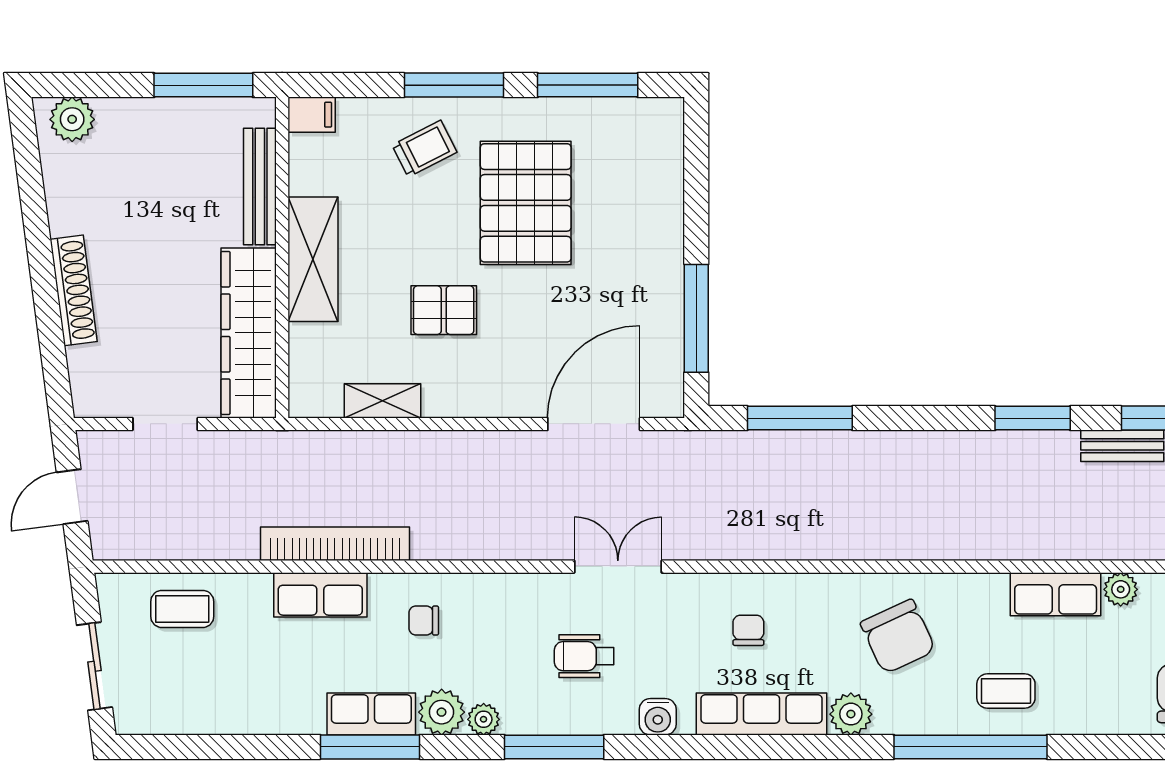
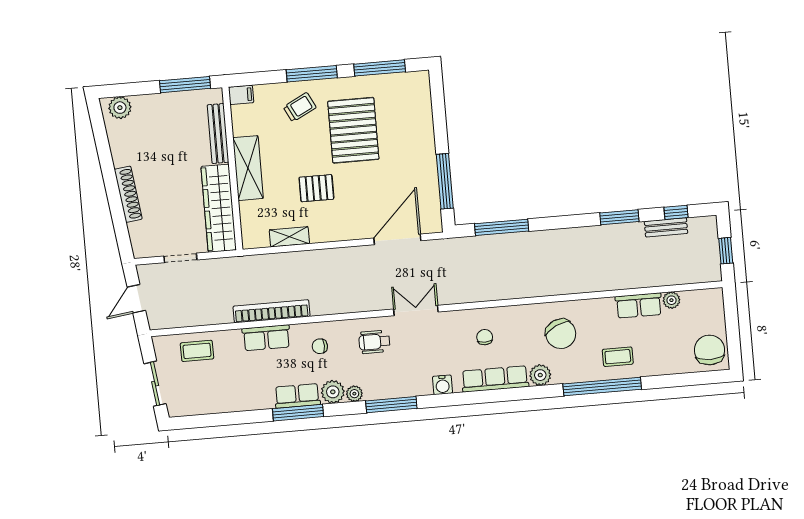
wheelchair: (584, 656) -> (374, 342), moved

